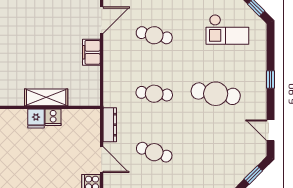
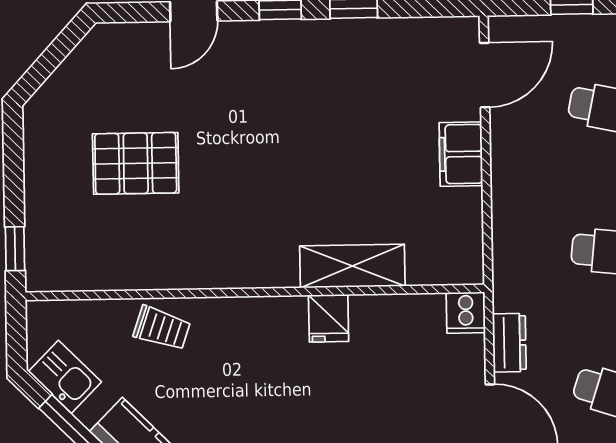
cooker: (53, 117) -> (466, 313), moved
dresser: (110, 125) -> (509, 343), width x0.70

